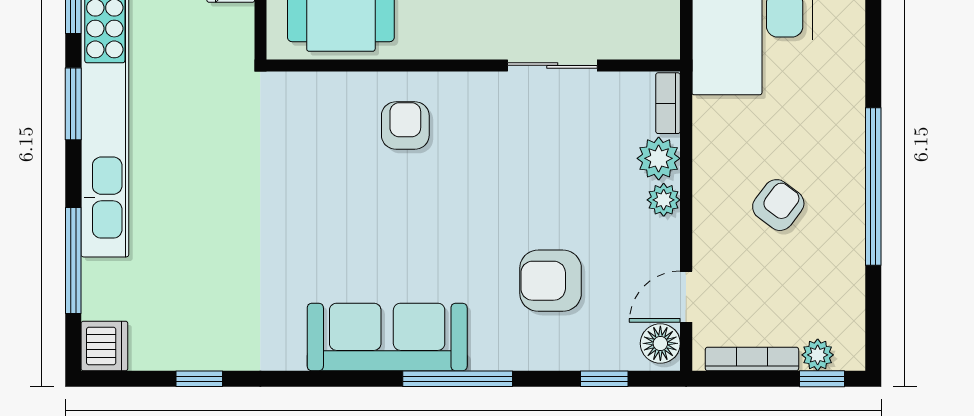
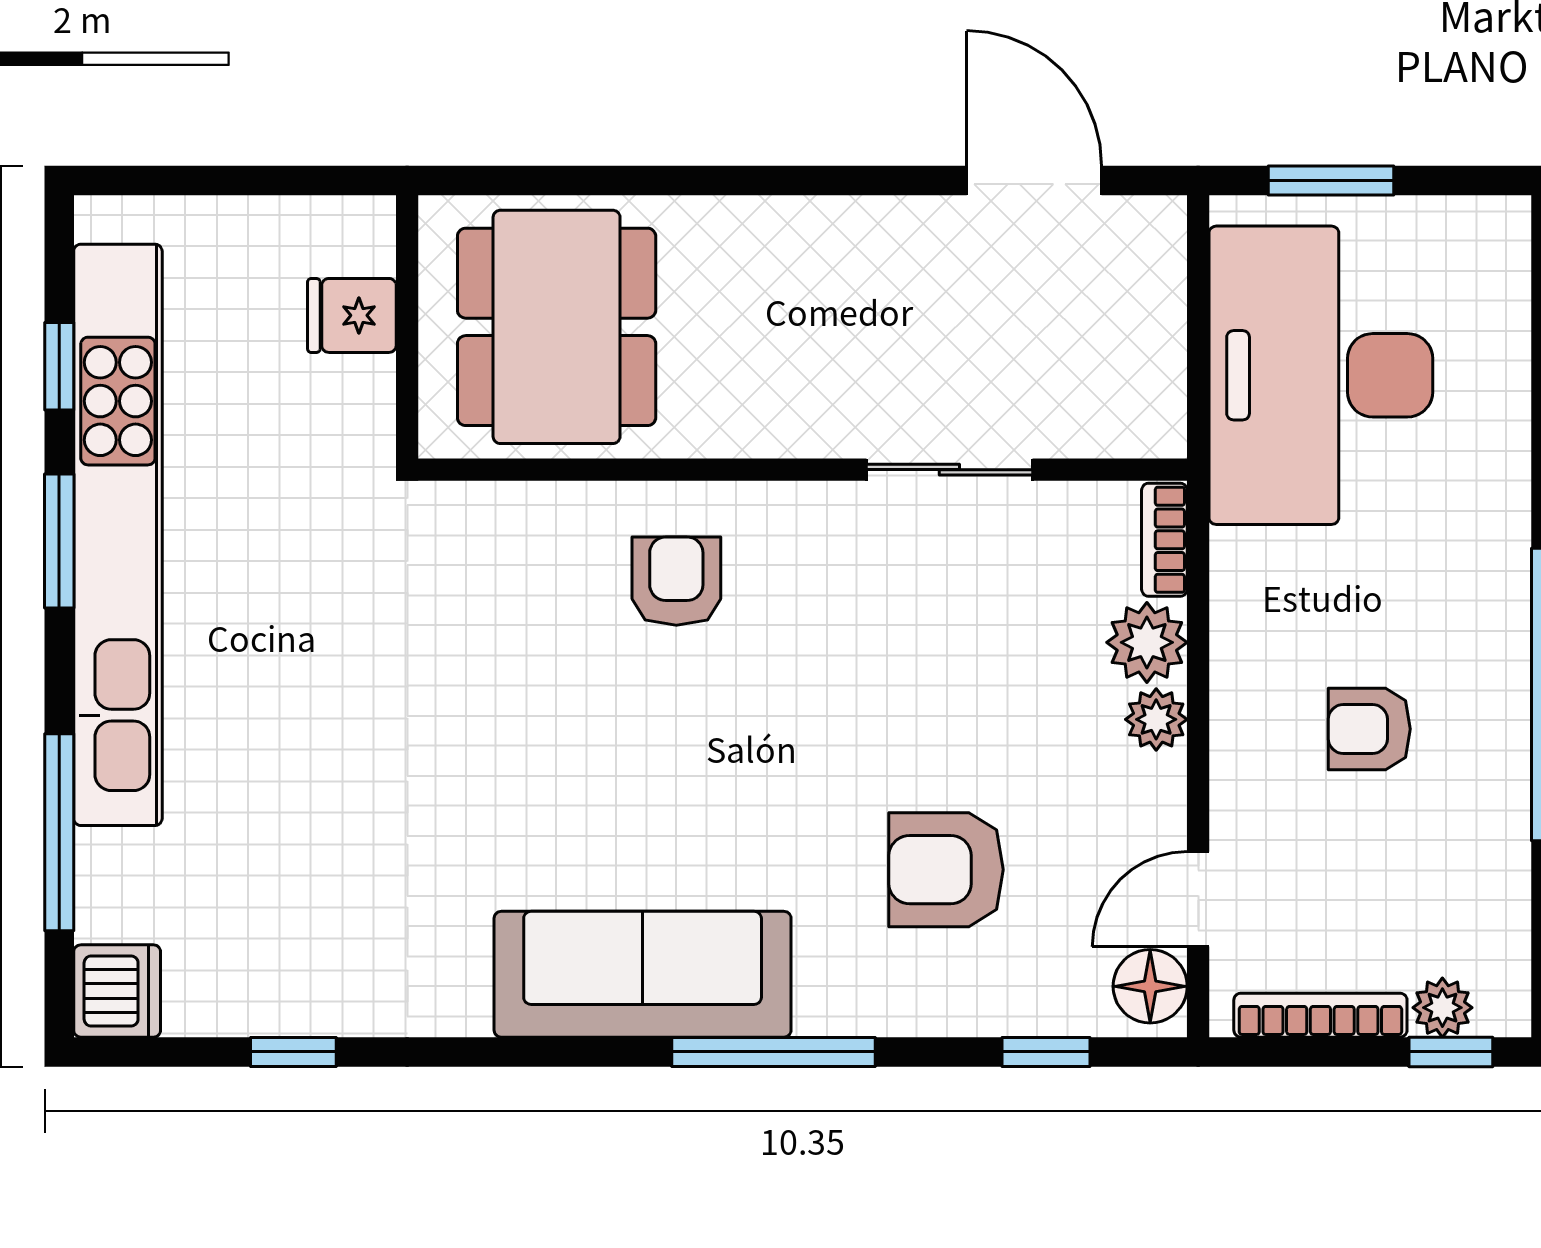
armchair: (778, 205) -> (1369, 729), turned -127

